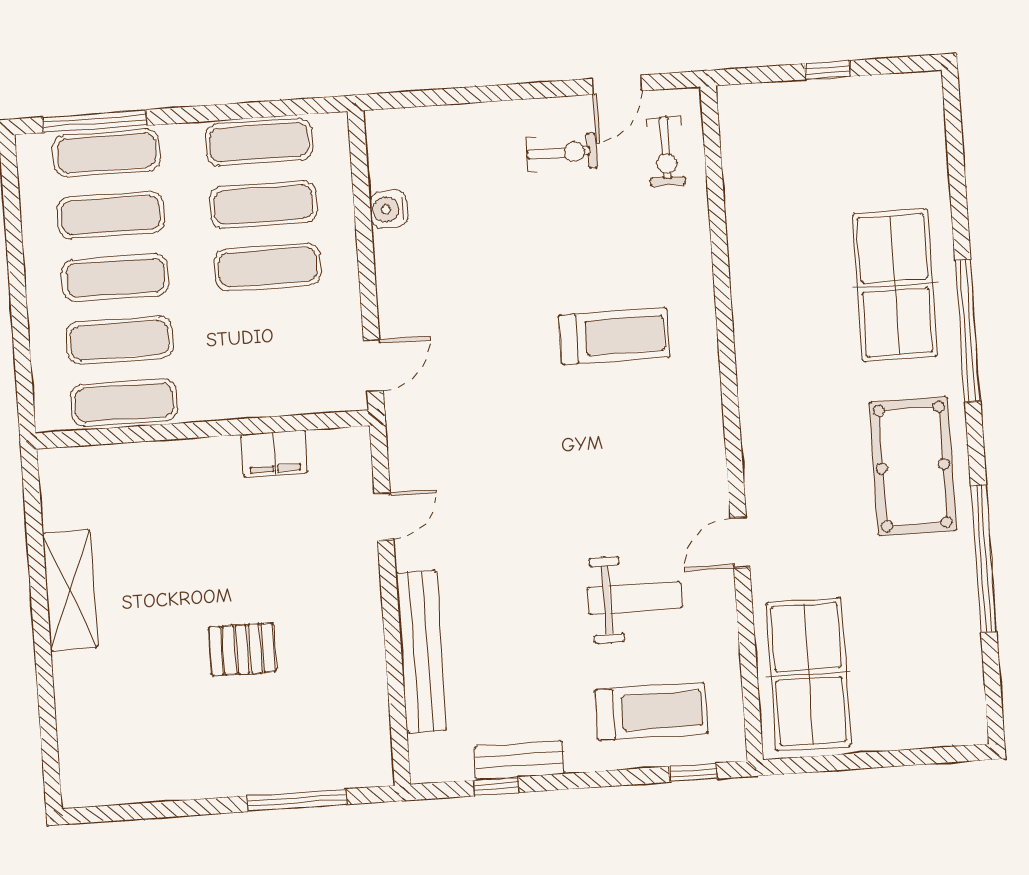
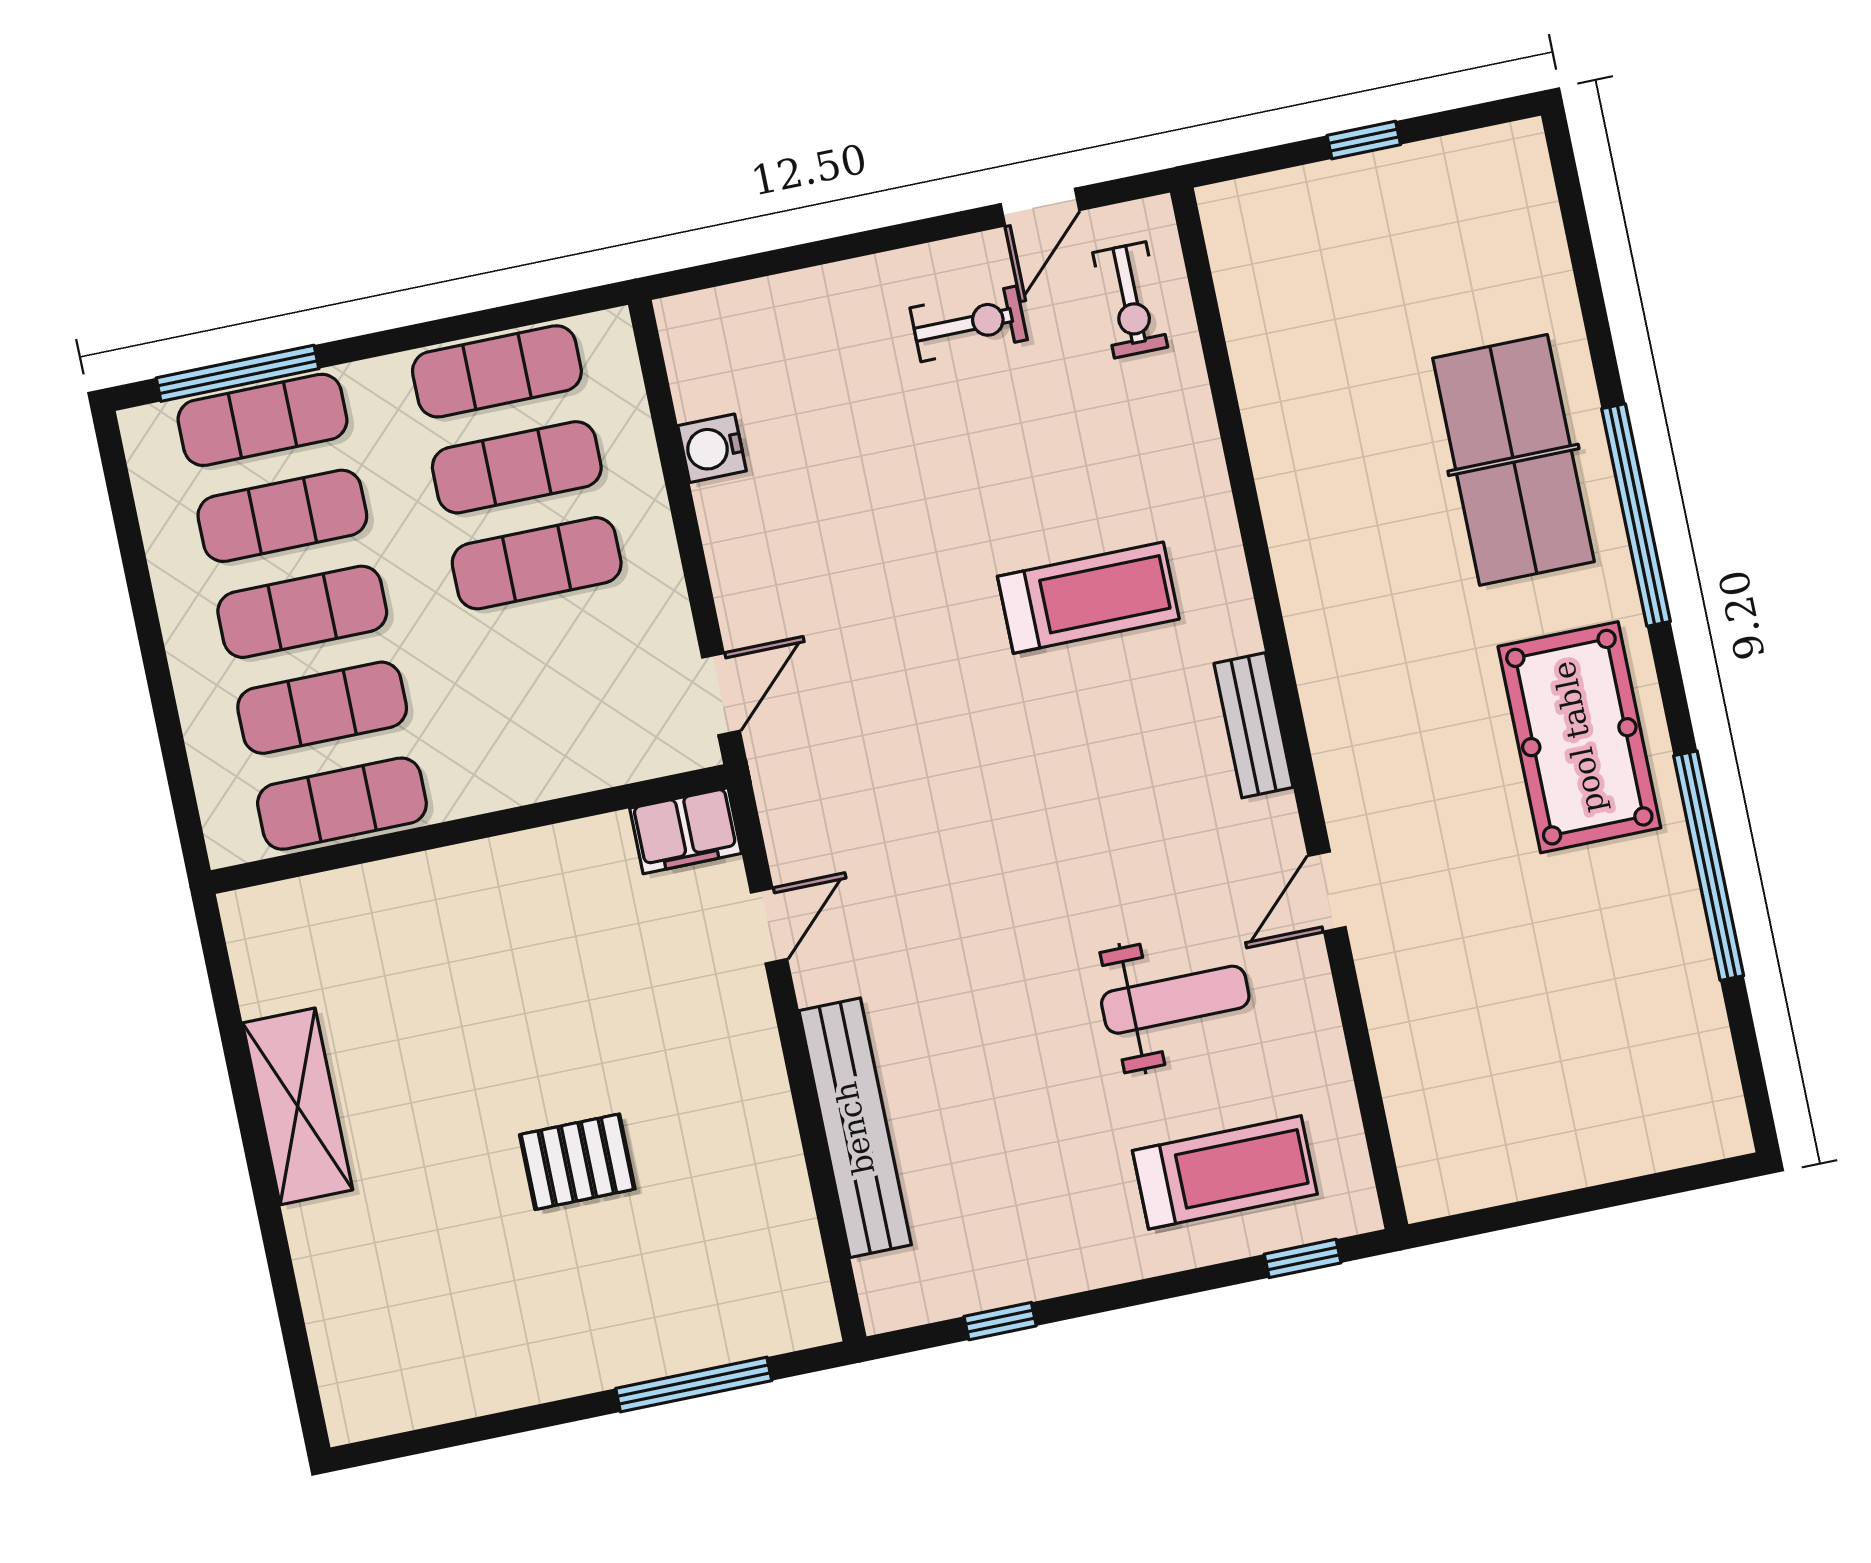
filing cabinet: (274, 454) -> (686, 831), moved
table tennis table: (809, 674) -> (1461, 1082), removed
bench: (519, 760) -> (1254, 725), moved, turned 90

